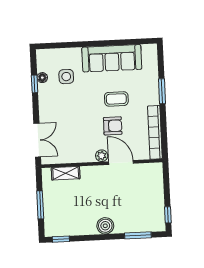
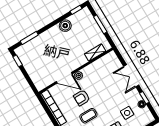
double door: (37, 140) -> (131, 76), moved
boiler: (105, 226) -> (65, 26), moved

